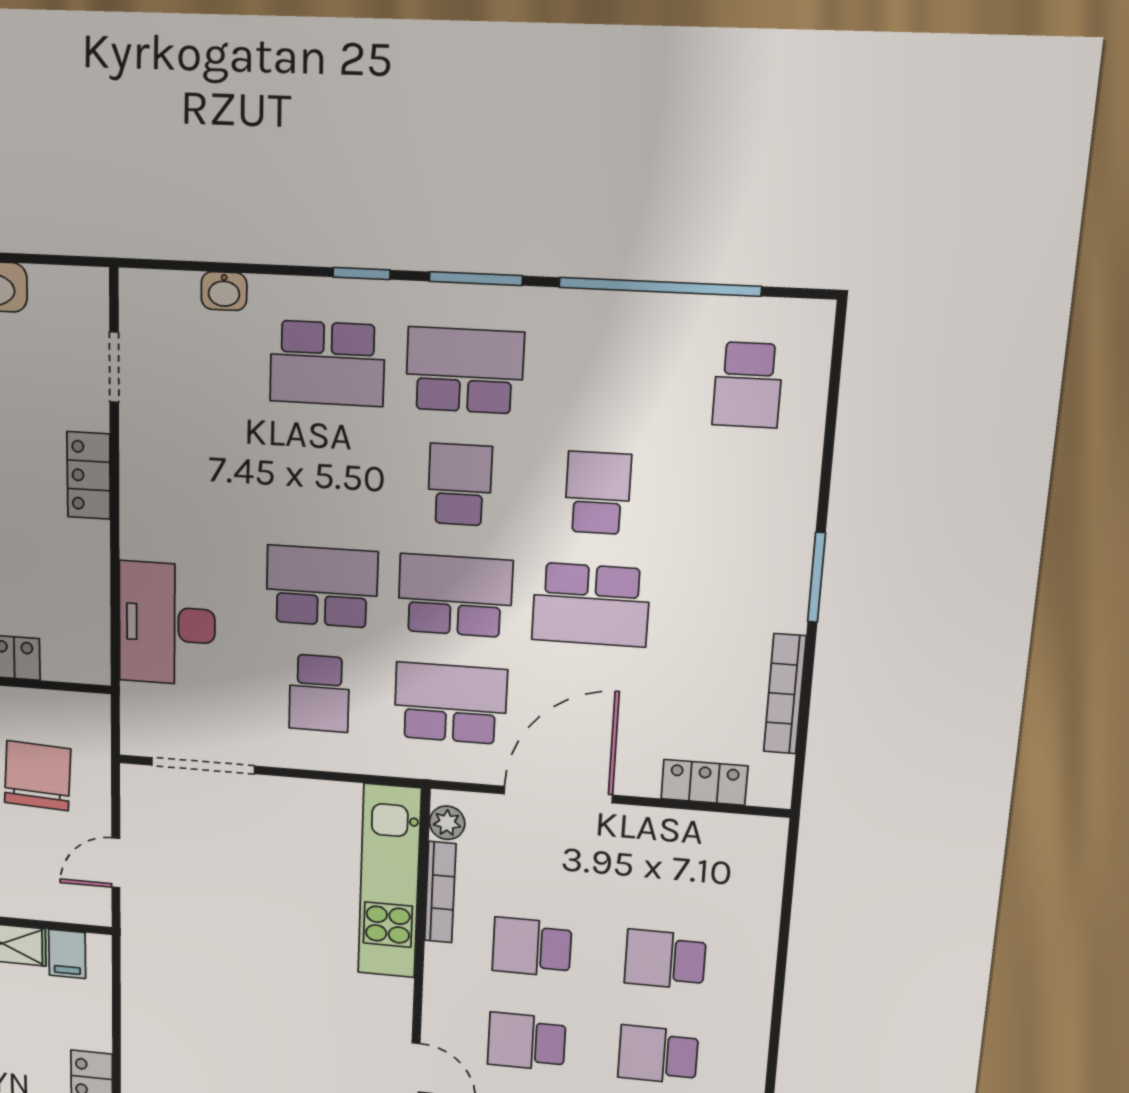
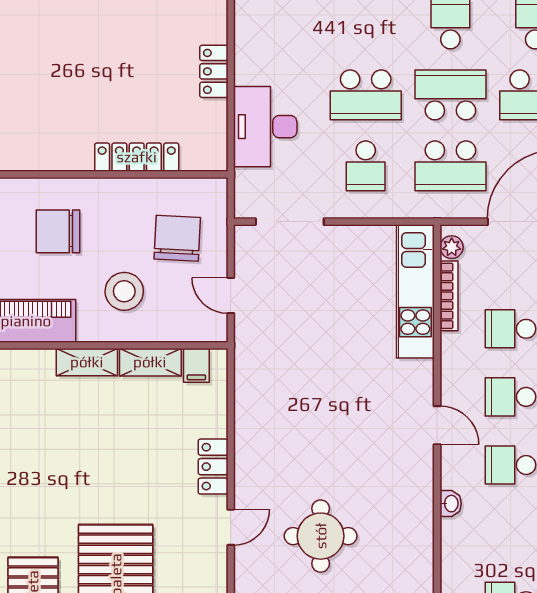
locker: (89, 475) -> (214, 71), moved
school desk: (322, 587) -> (366, 95), turned 180
school desk: (450, 703) -> (450, 166), turned 180
door: (116, 863) -> (231, 296), hinge flipped

